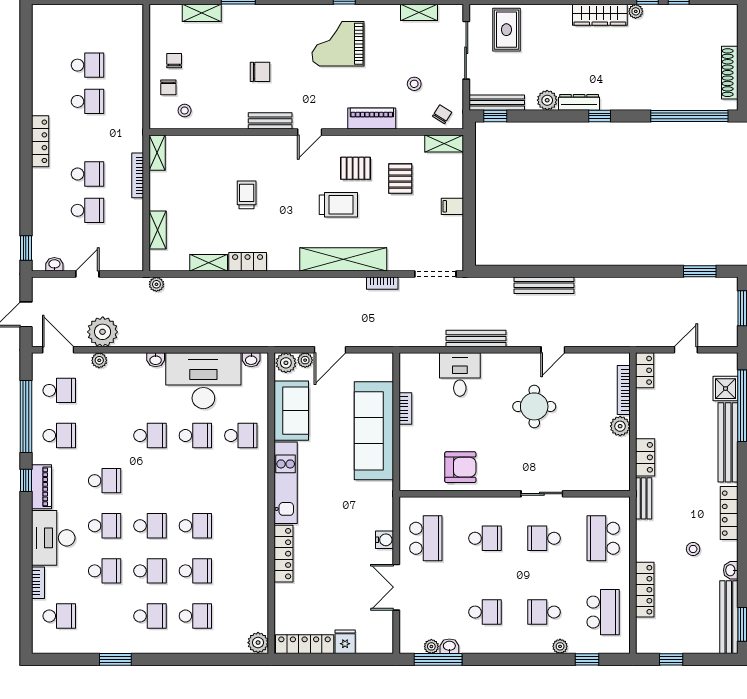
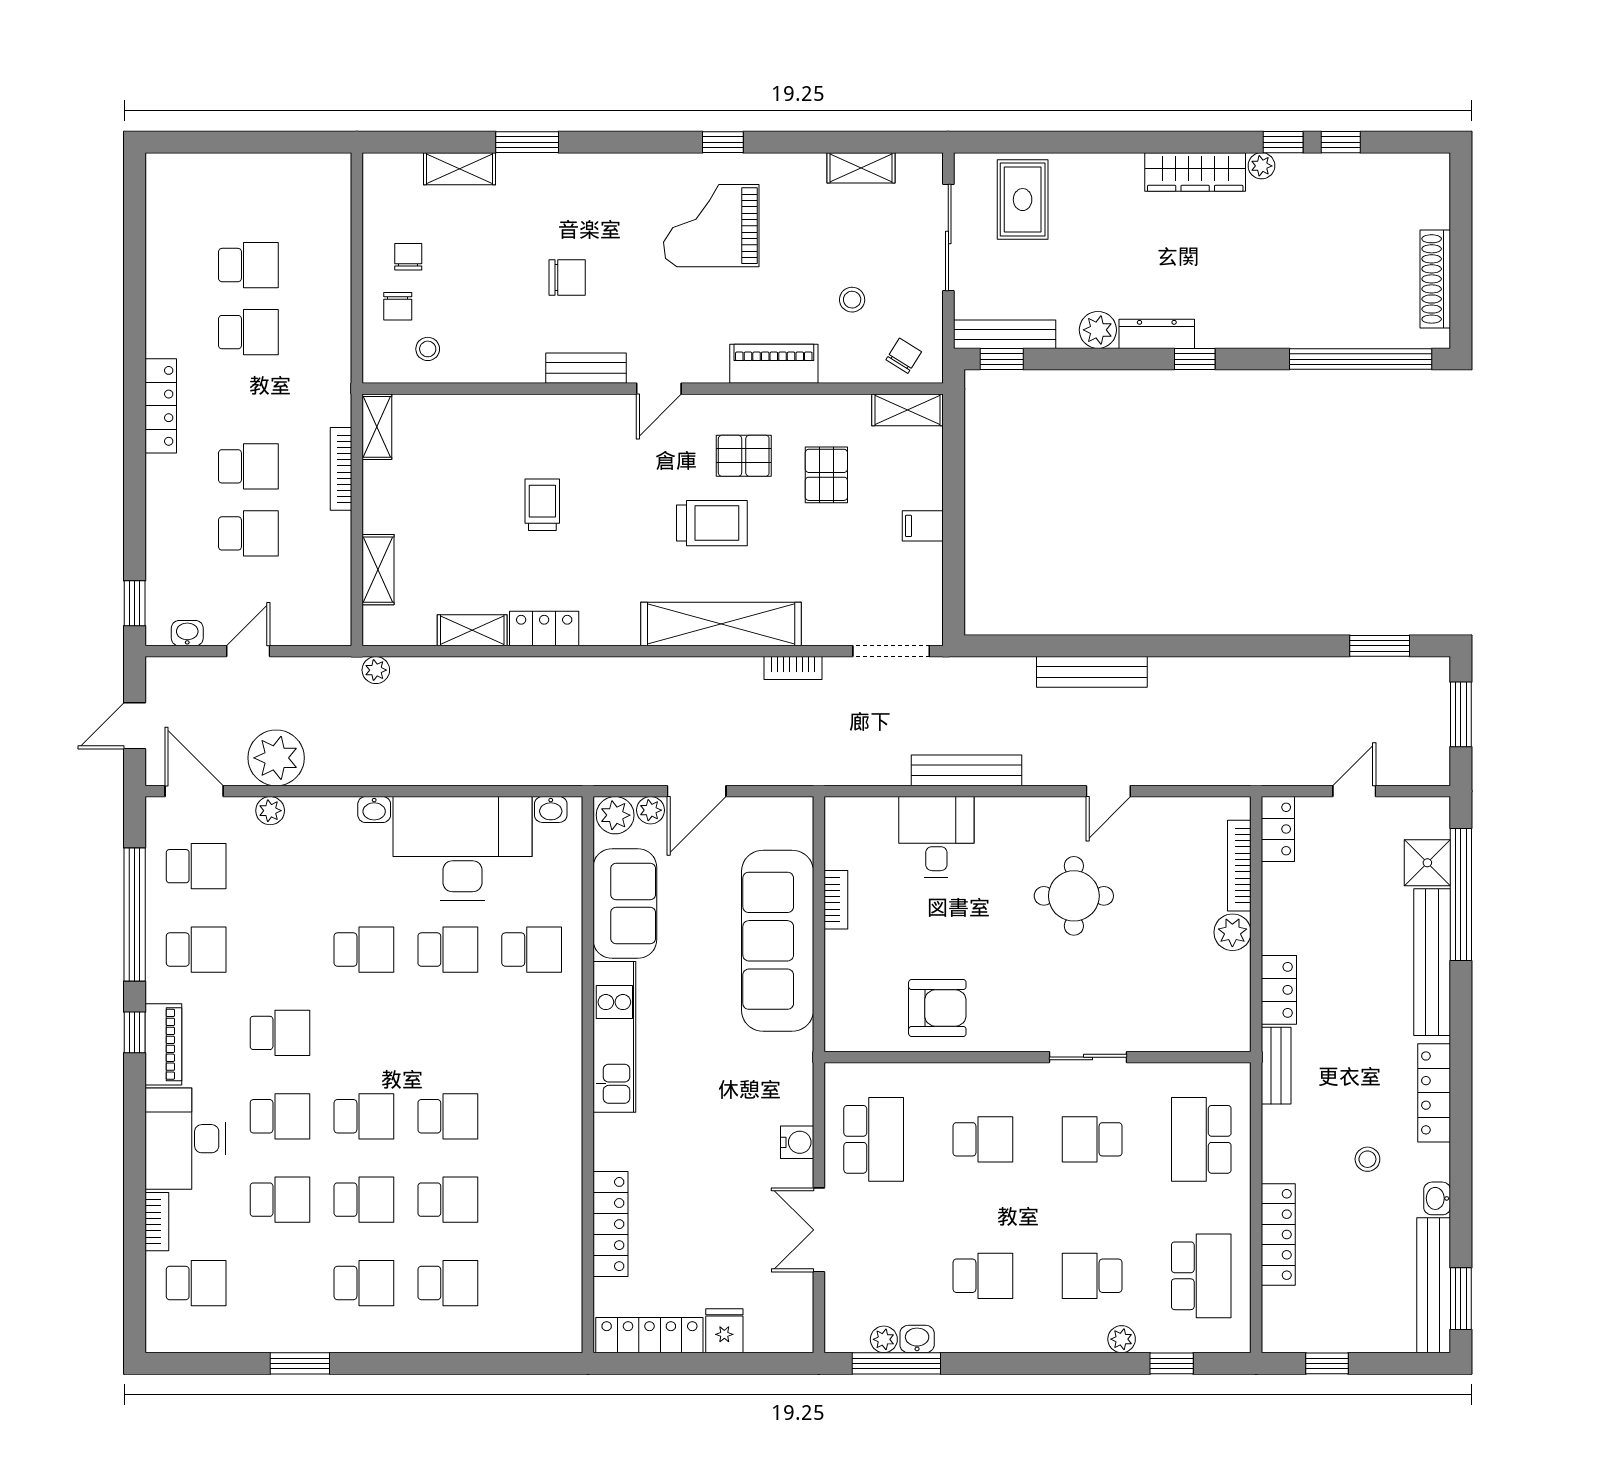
locker: (283, 554) -> (610, 1224), moved
plant: (258, 643) -> (564, 1332), removed

